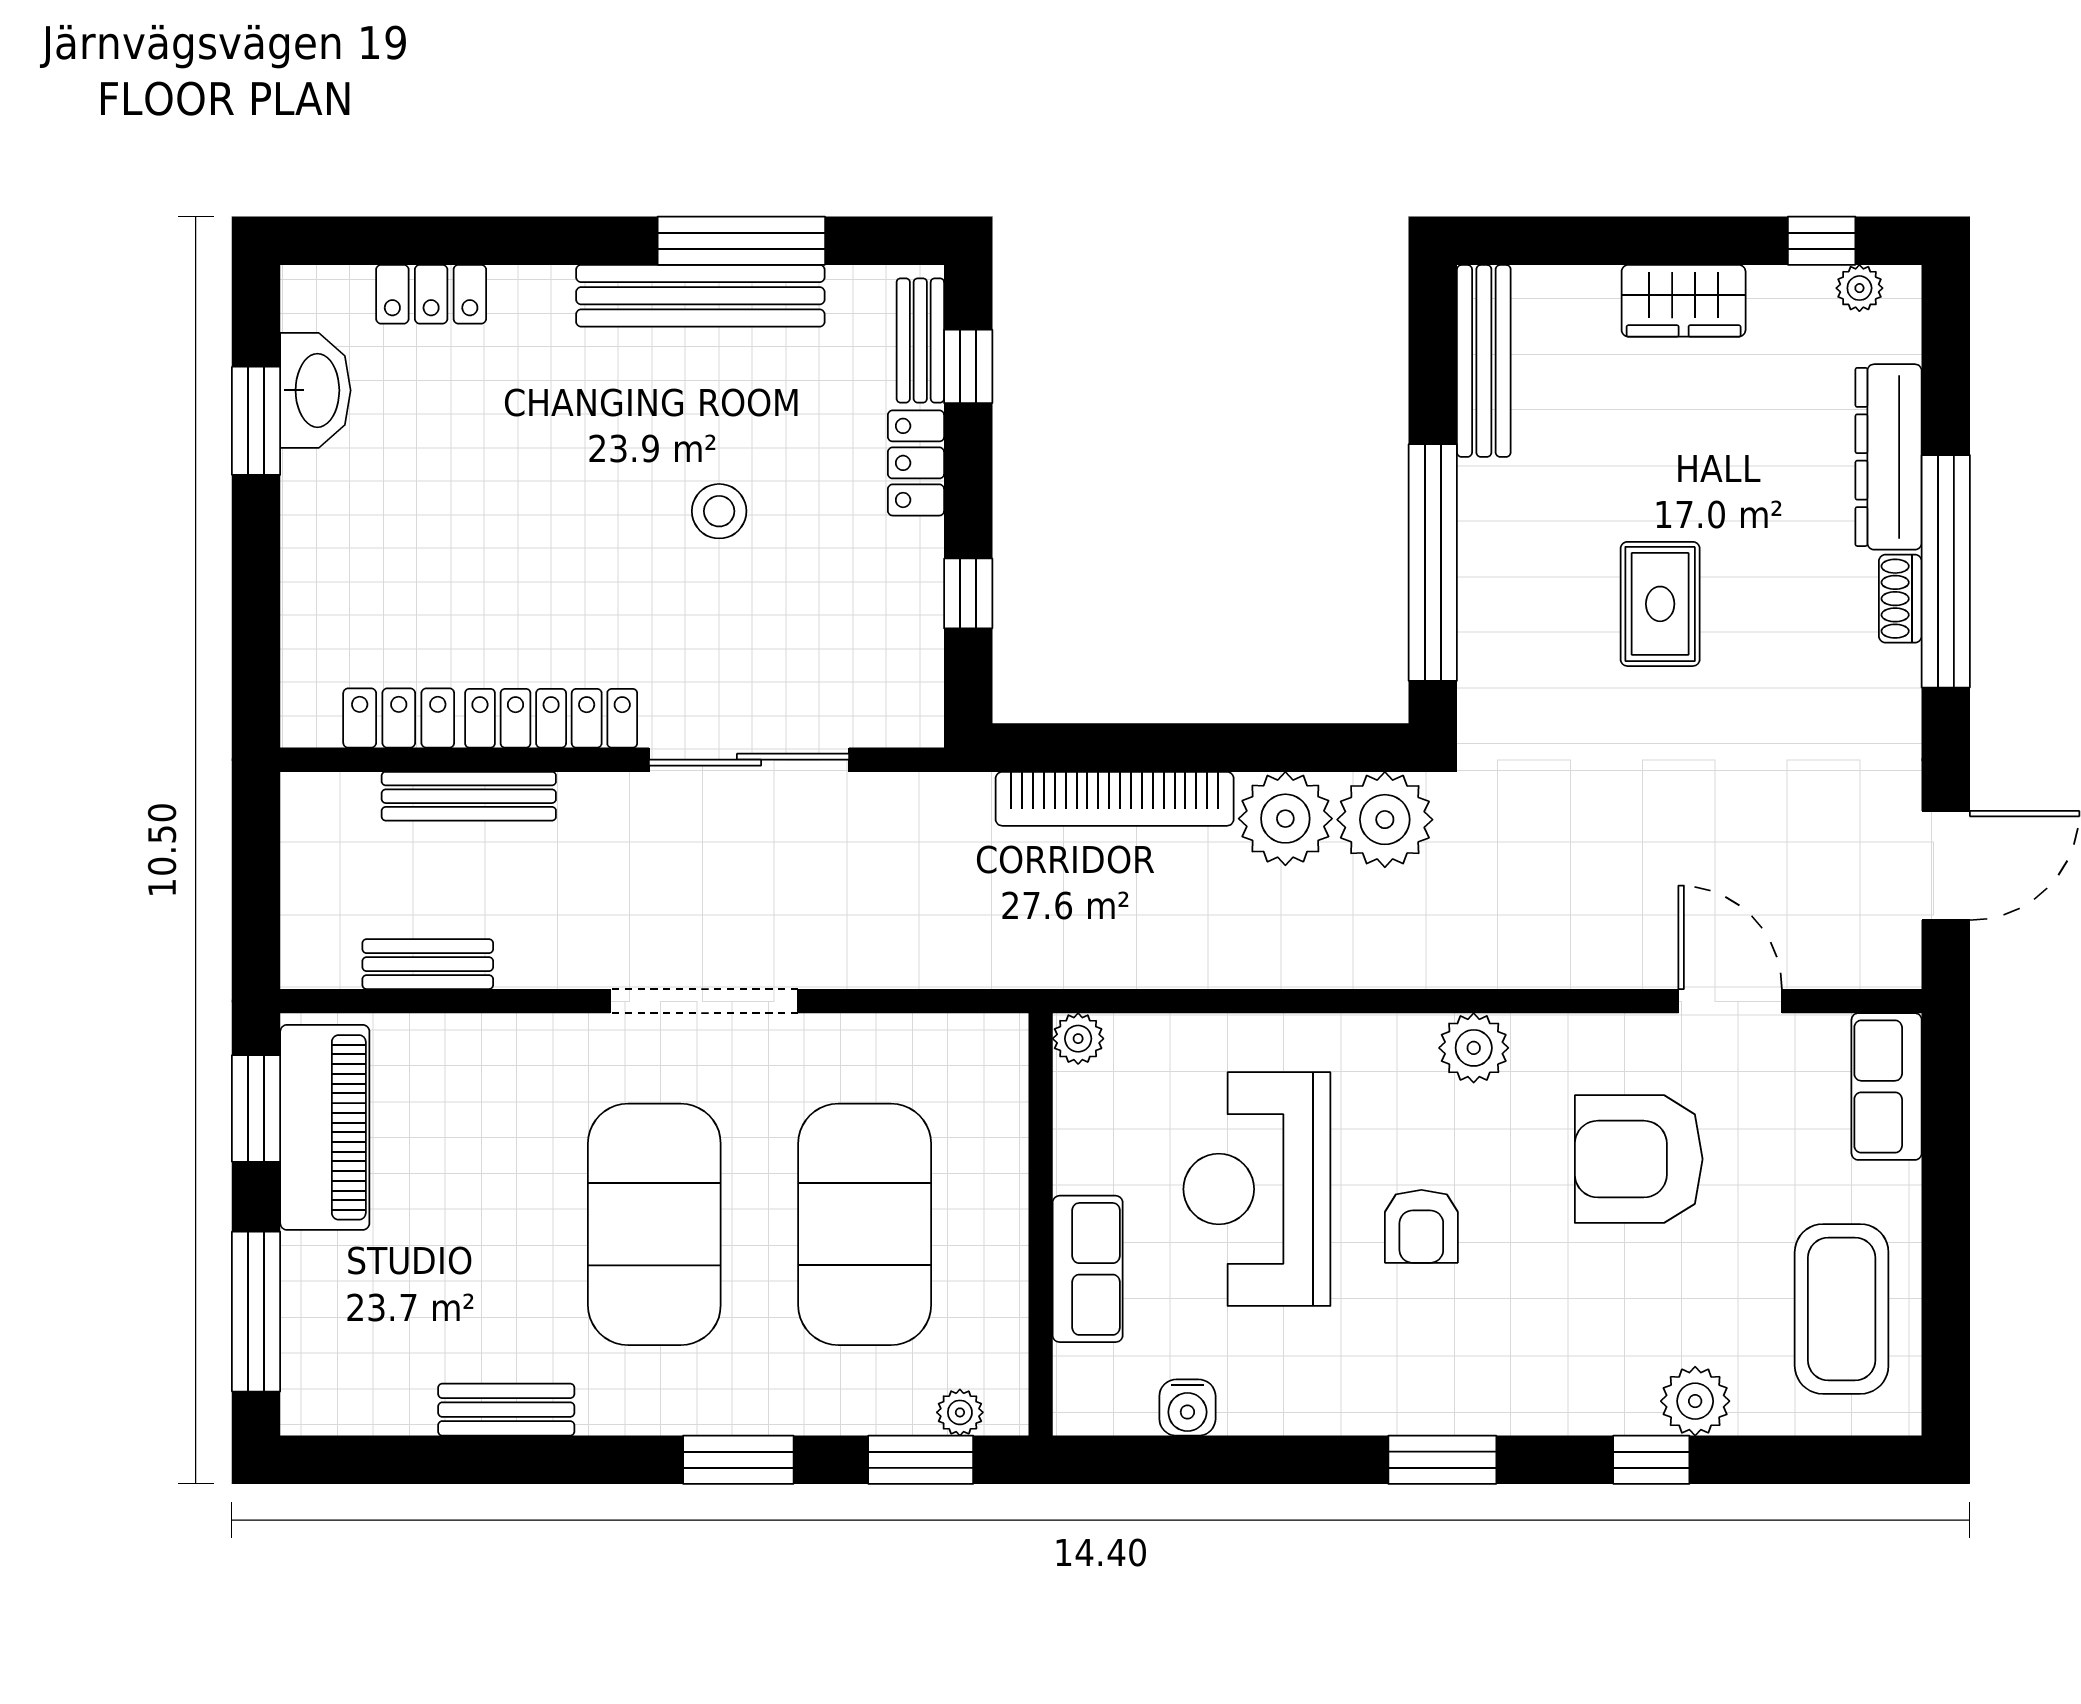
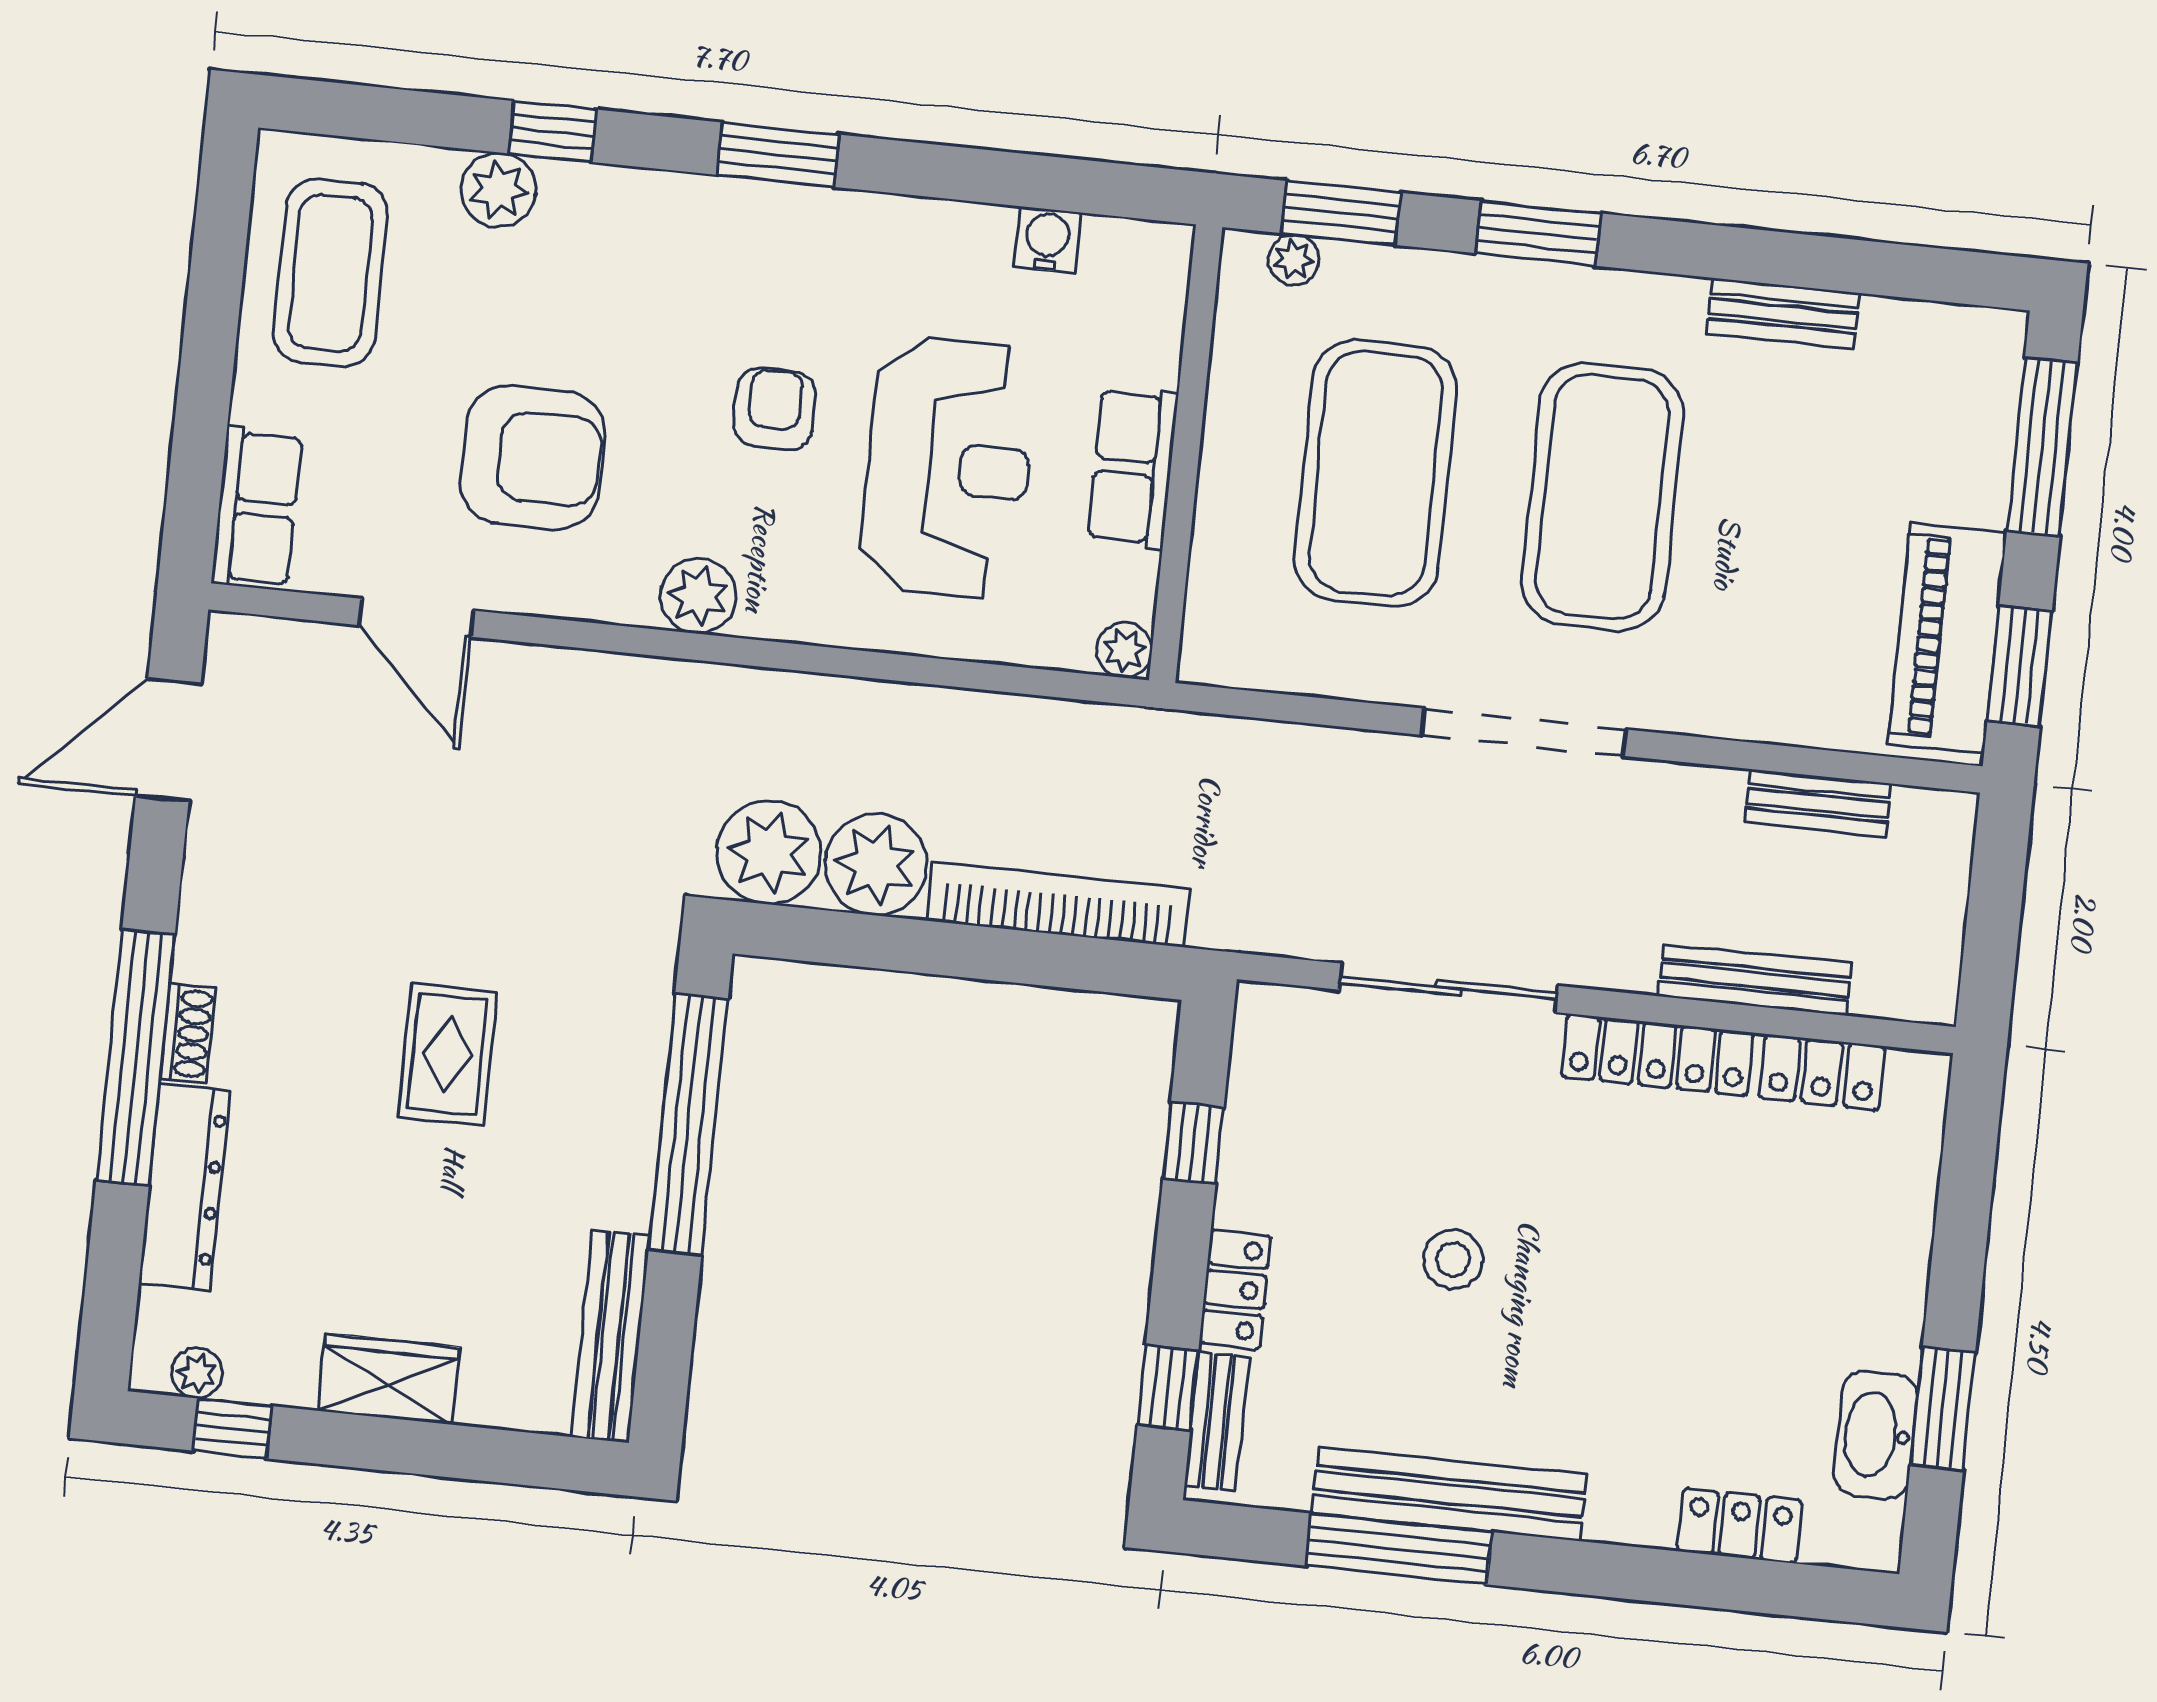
row of seats: (1088, 1269) -> (1133, 468), moved

